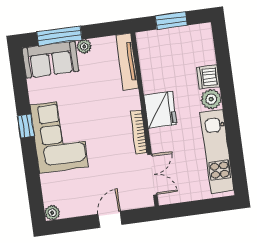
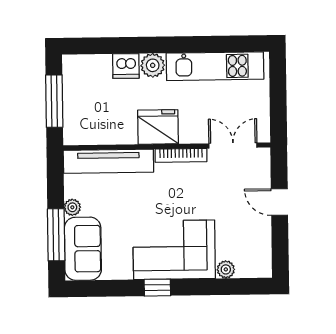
window: (171, 20) -> (54, 101), width x1.44
tv unit: (127, 62) -> (108, 161), width x1.36, depth x1.29
plant: (52, 213) -> (226, 269), moved

